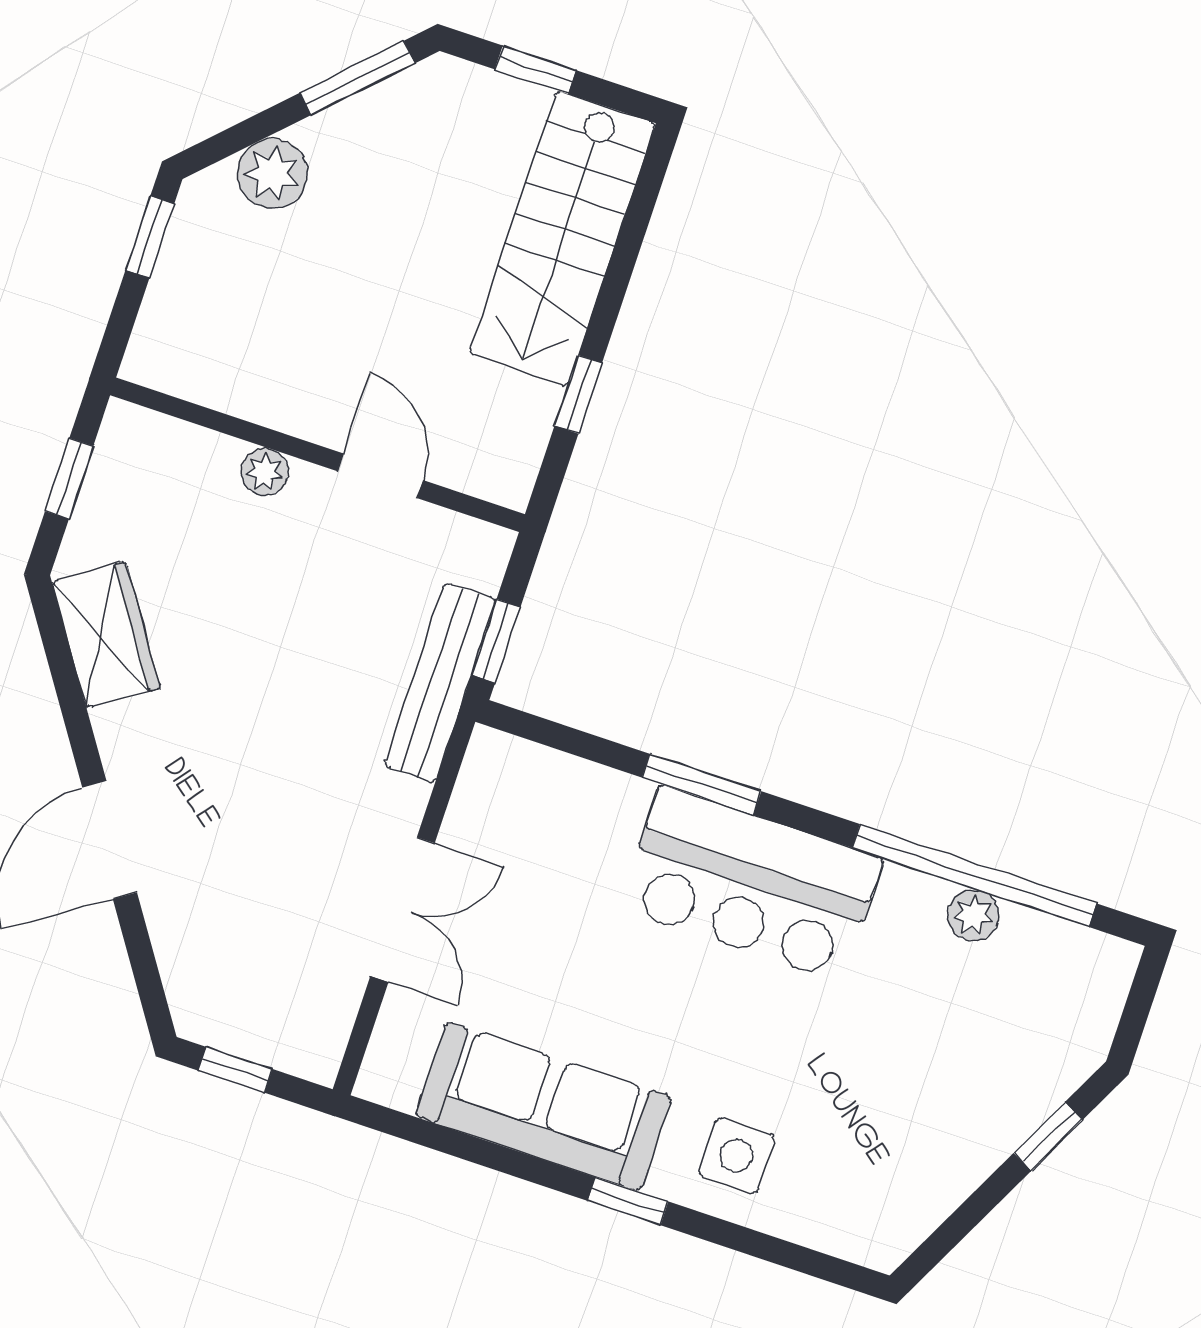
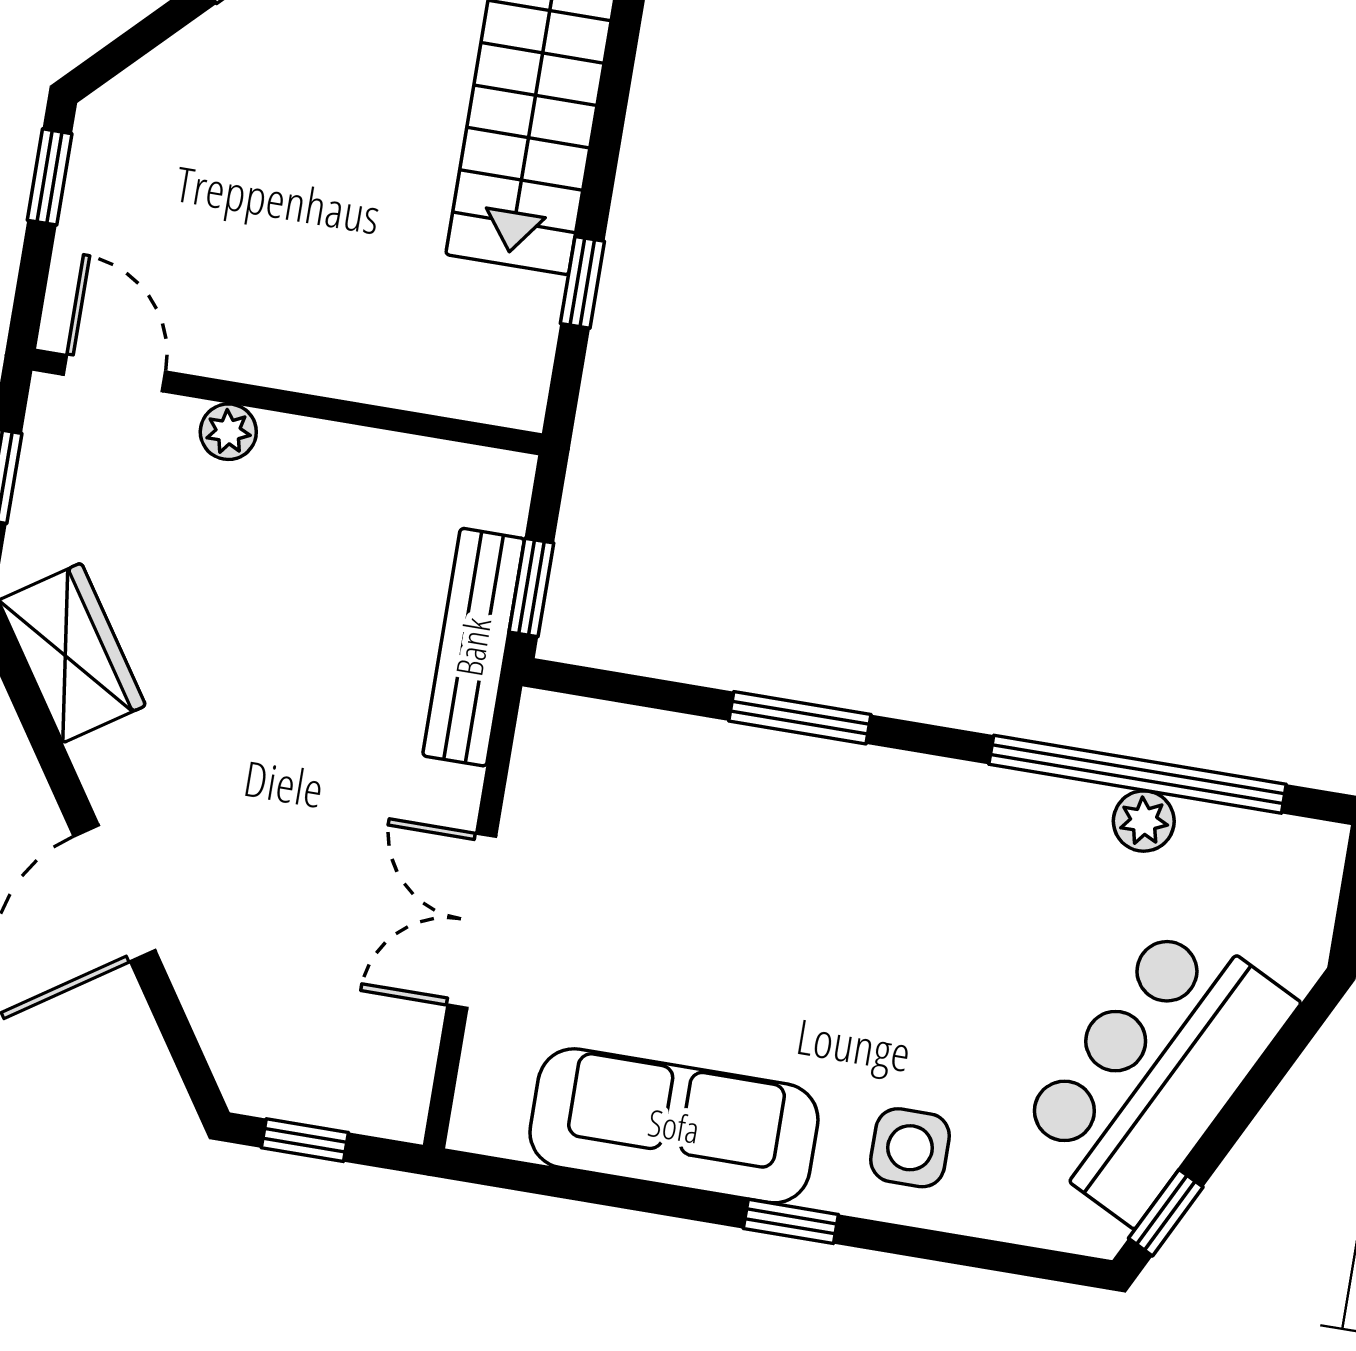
plant: (272, 173) -> (182, 80), removed
door: (380, 476) -> (114, 373), moved
bar counter: (751, 884) -> (1155, 1070), moved, turned 117
double door: (403, 910) -> (472, 921), swing flipped
window: (1048, 1136) -> (1166, 1213), moved

